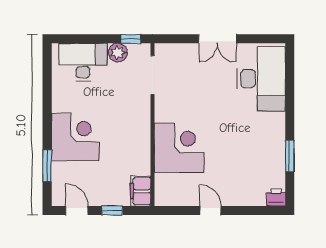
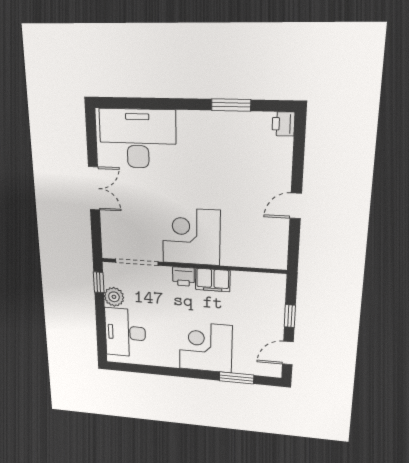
printer: (142, 117) -> (183, 277), added
corner desk: (179, 148) -> (191, 237), moved
filing cabinet: (141, 191) -> (213, 280), moved

